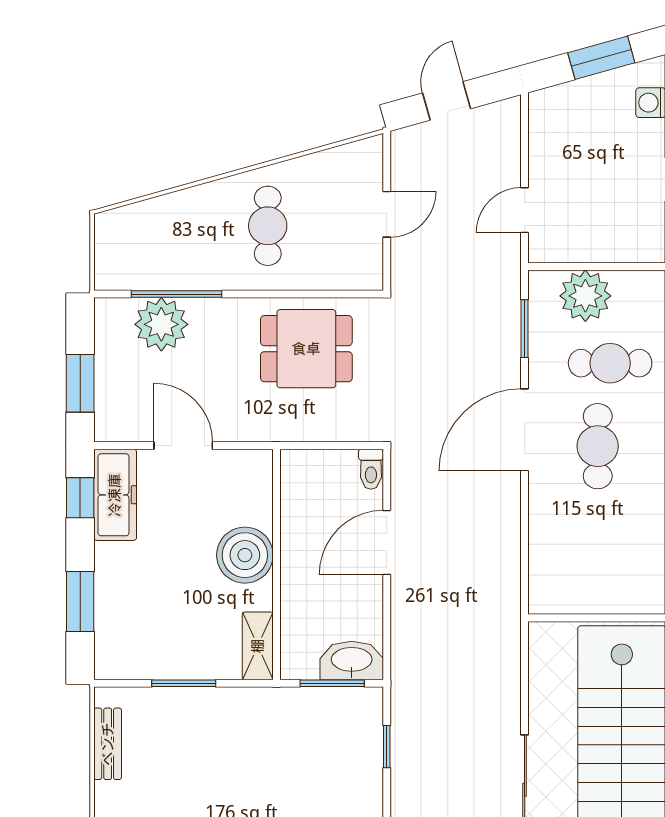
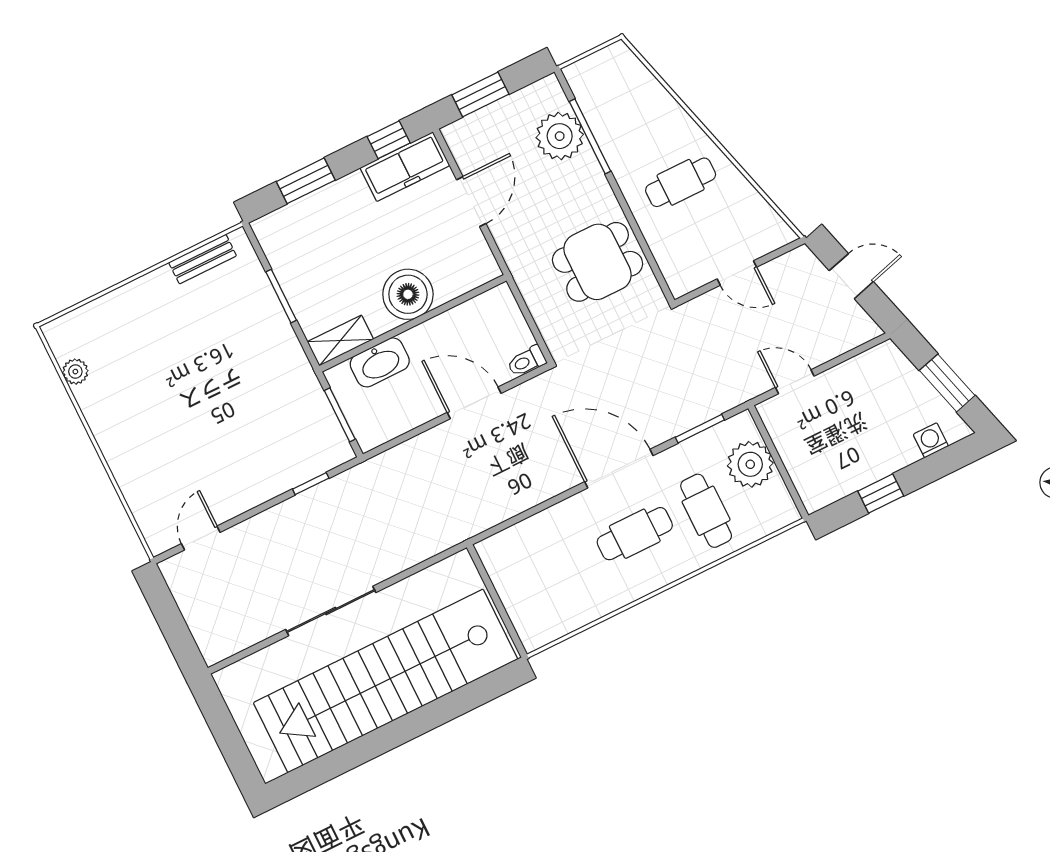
dining table: (306, 349) -> (598, 262), turned 90
washbasin: (352, 661) -> (380, 362), moved, turned 90

